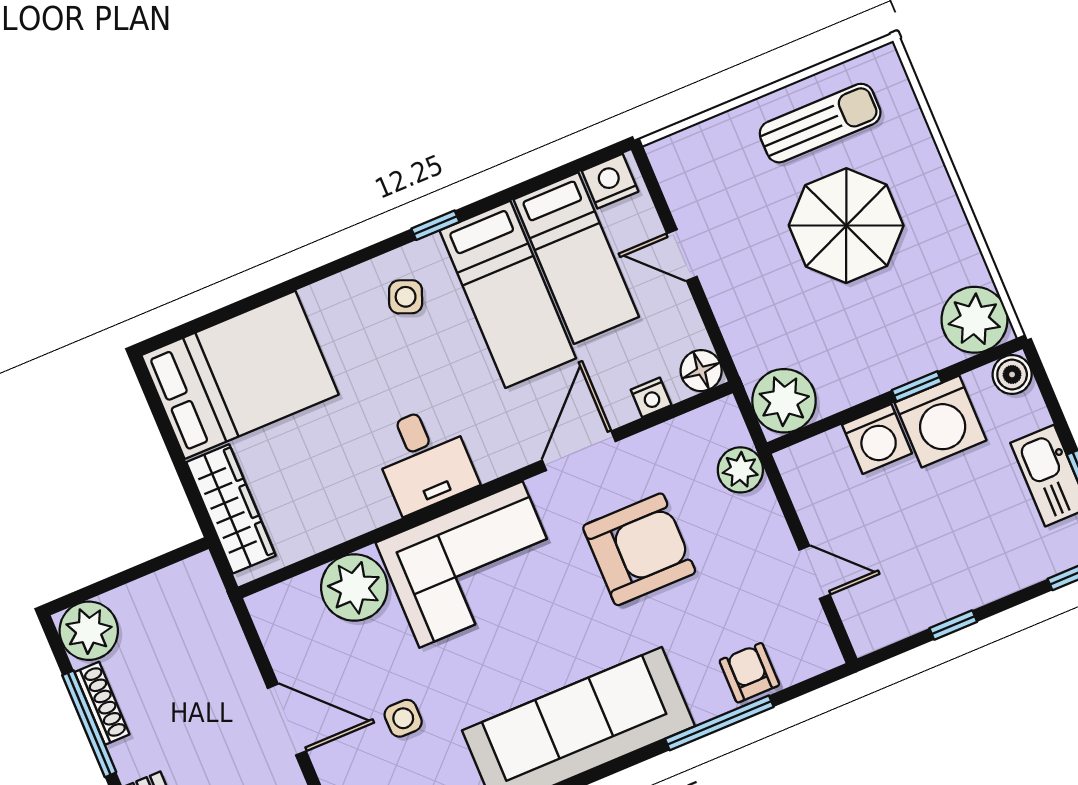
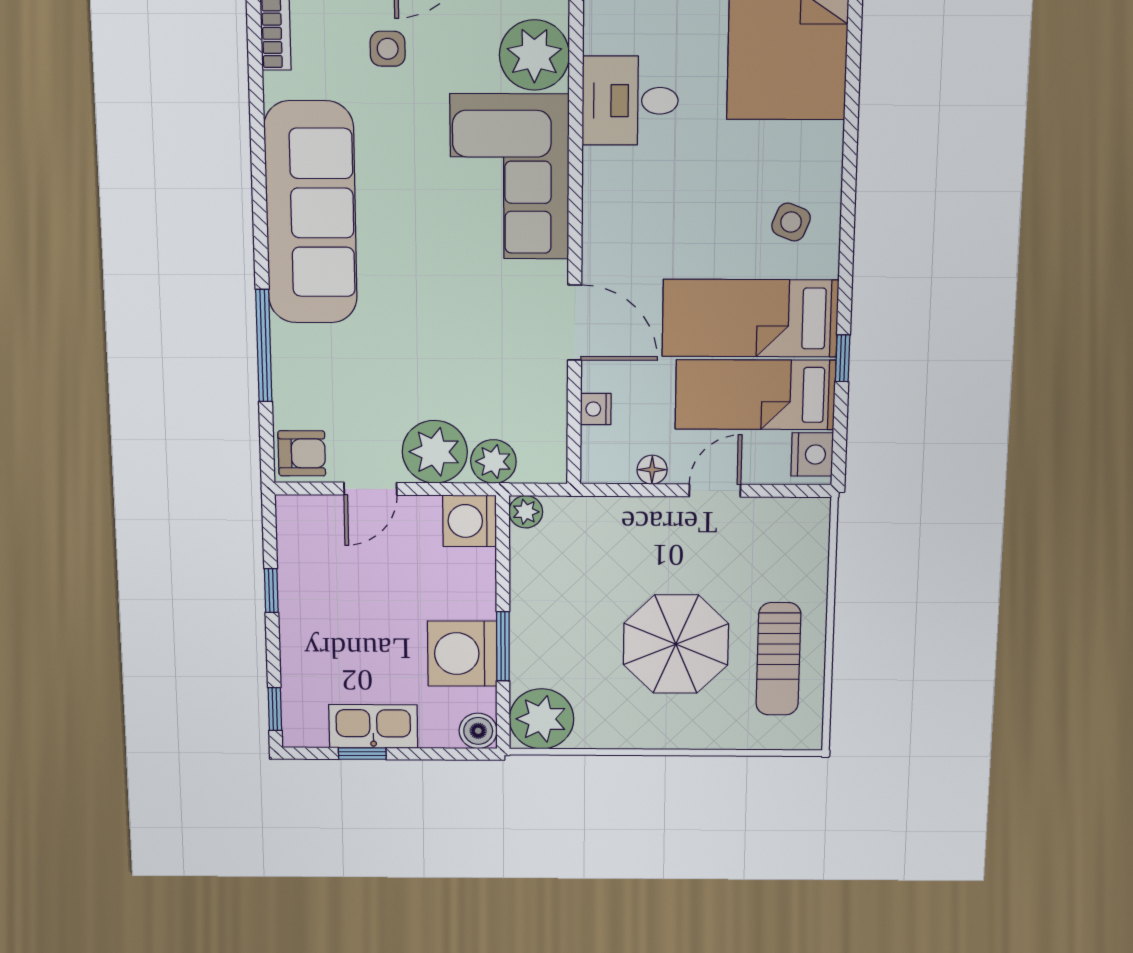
window: (435, 225) -> (843, 358), moved
floor lamp: (701, 371) -> (652, 470), moved, width x0.73, depth x0.73
window: (917, 386) -> (503, 646), width x1.50
plant: (784, 401) -> (526, 512), width x0.53, depth x0.53
washing machine: (877, 439) -> (470, 521), moved
desk: (424, 459) -> (630, 101), moved
plant: (754, 527) -> (435, 452), added
armchair: (639, 549) -> (458, 340), removed
armchair: (749, 673) -> (302, 453), moved

